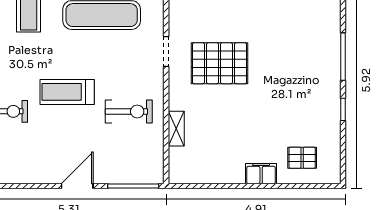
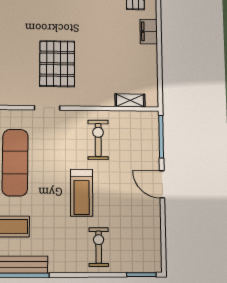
shelving: (176, 129) -> (130, 100), moved

